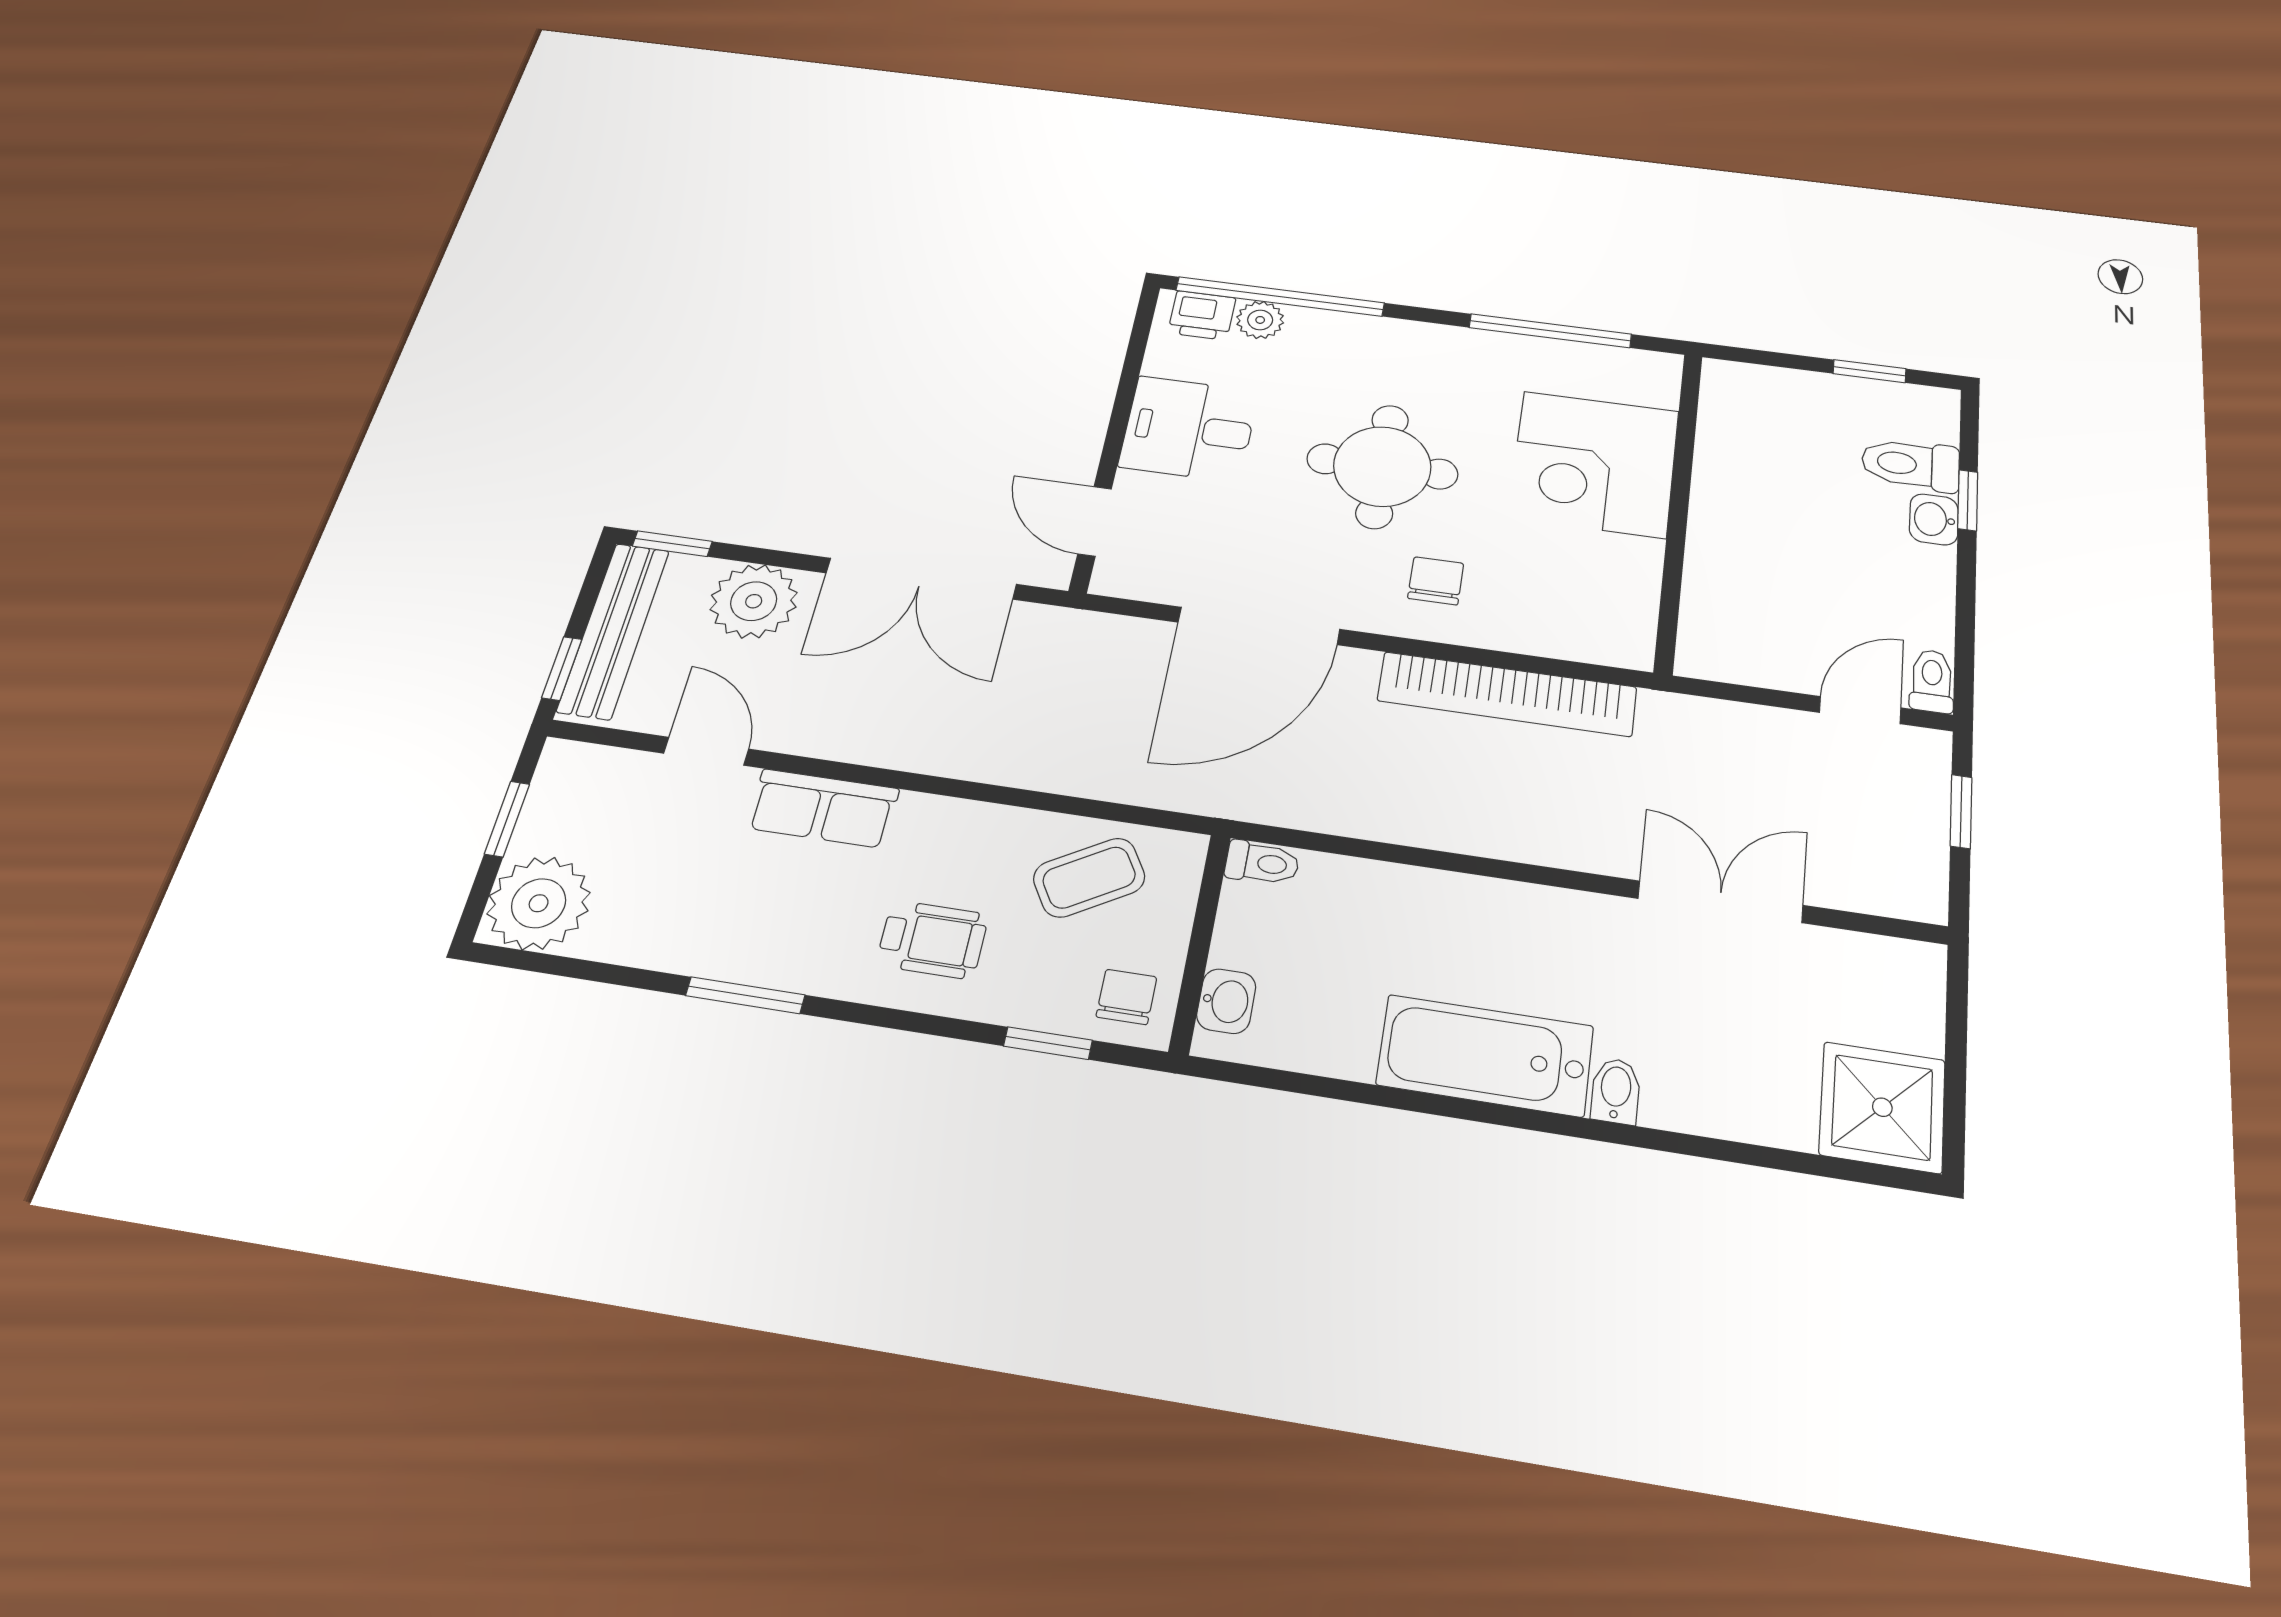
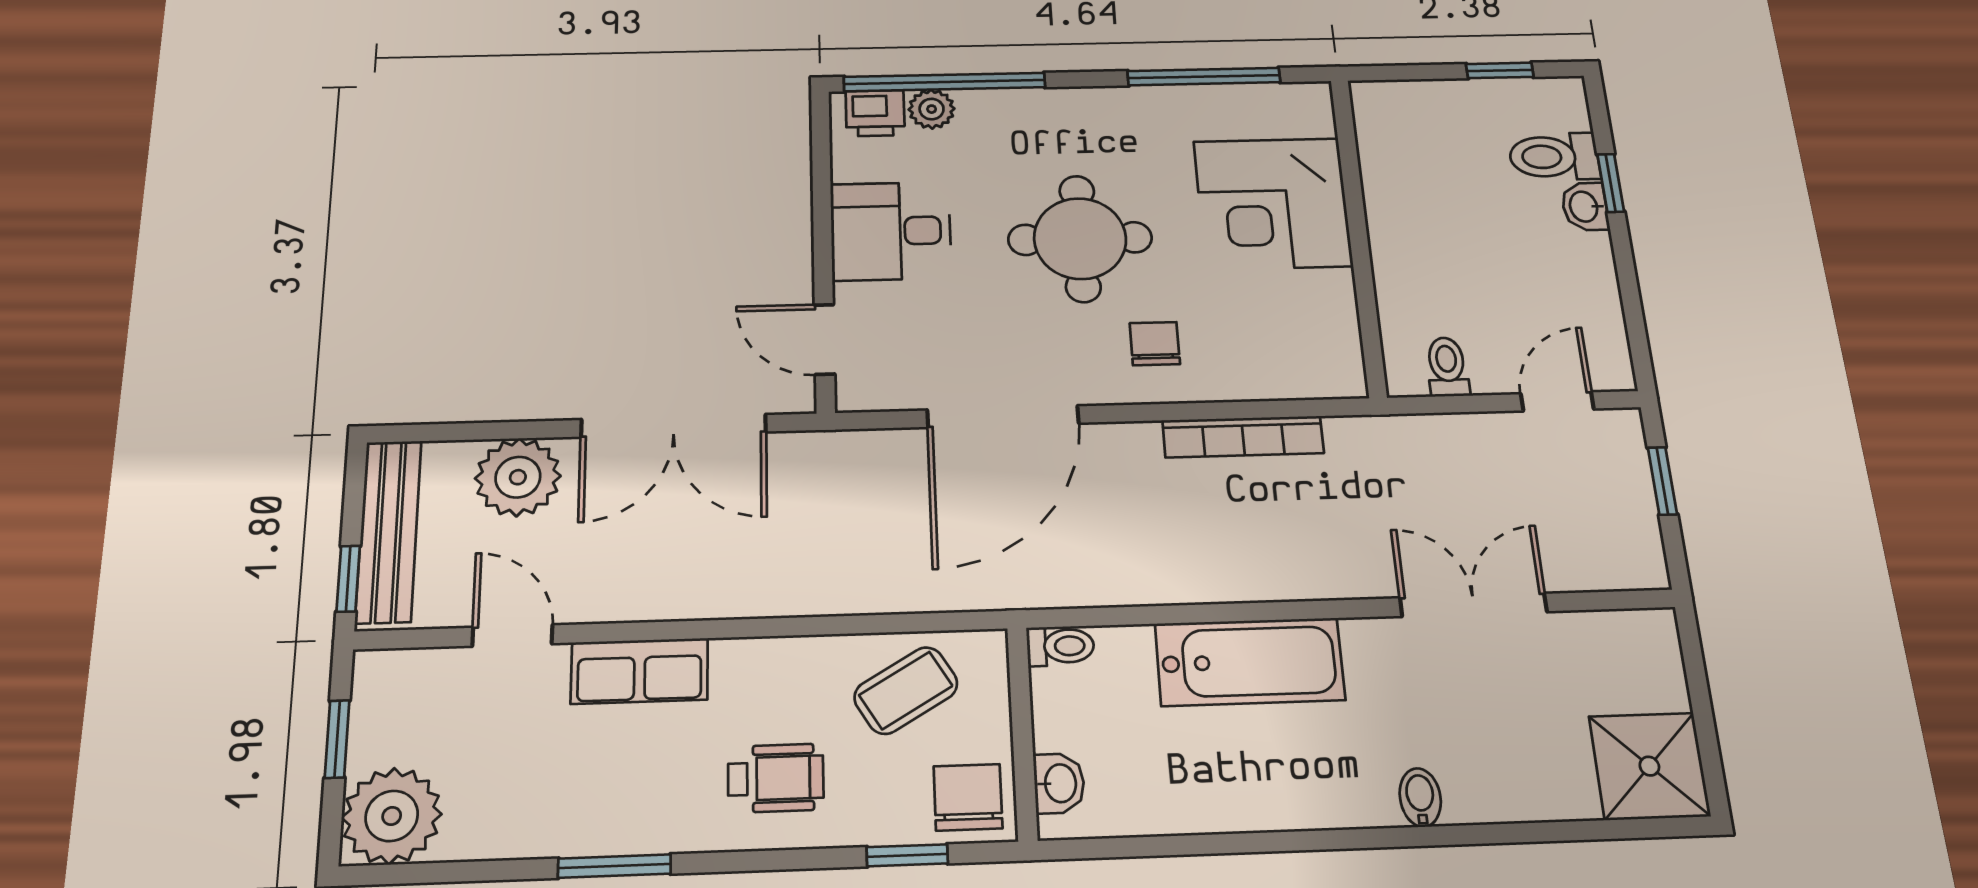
window: (672, 544) -> (422, 433), removed
toilet: (1932, 681) -> (1447, 367), moved
bookcase: (1507, 694) -> (1243, 437), width x0.68, depth x0.76
chair: (1126, 997) -> (968, 797), width x1.37, depth x1.37
bathtub: (1485, 1055) -> (1250, 662), moved, turned 180

